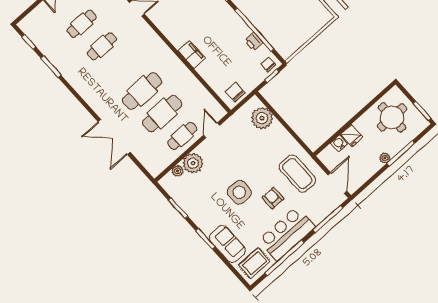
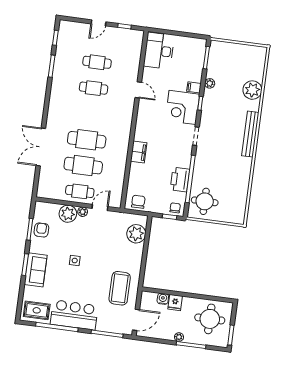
round table: (285, 34) -> (205, 201), added
printer: (254, 41) -> (180, 179), width x1.87, depth x1.48
plant: (178, 171) -> (83, 212), moved
side table: (239, 192) -> (75, 261), width x0.54, depth x0.54
armchair: (273, 198) -> (41, 230), moved
sofa: (227, 244) -> (36, 270), moved

